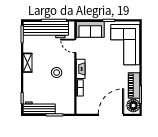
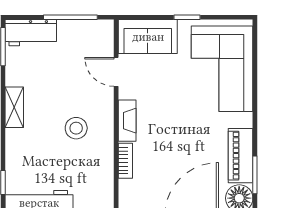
workbench: (46, 30) -> (31, 33), width x0.53, depth x0.76

